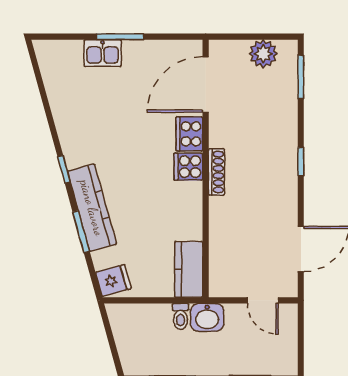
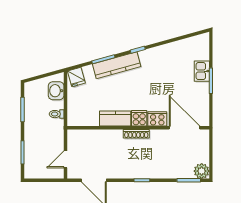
plant: (263, 54) -> (202, 171), moved
kitchen counter: (189, 269) -> (115, 119), moved
washbasin: (207, 317) -> (56, 91), moved

